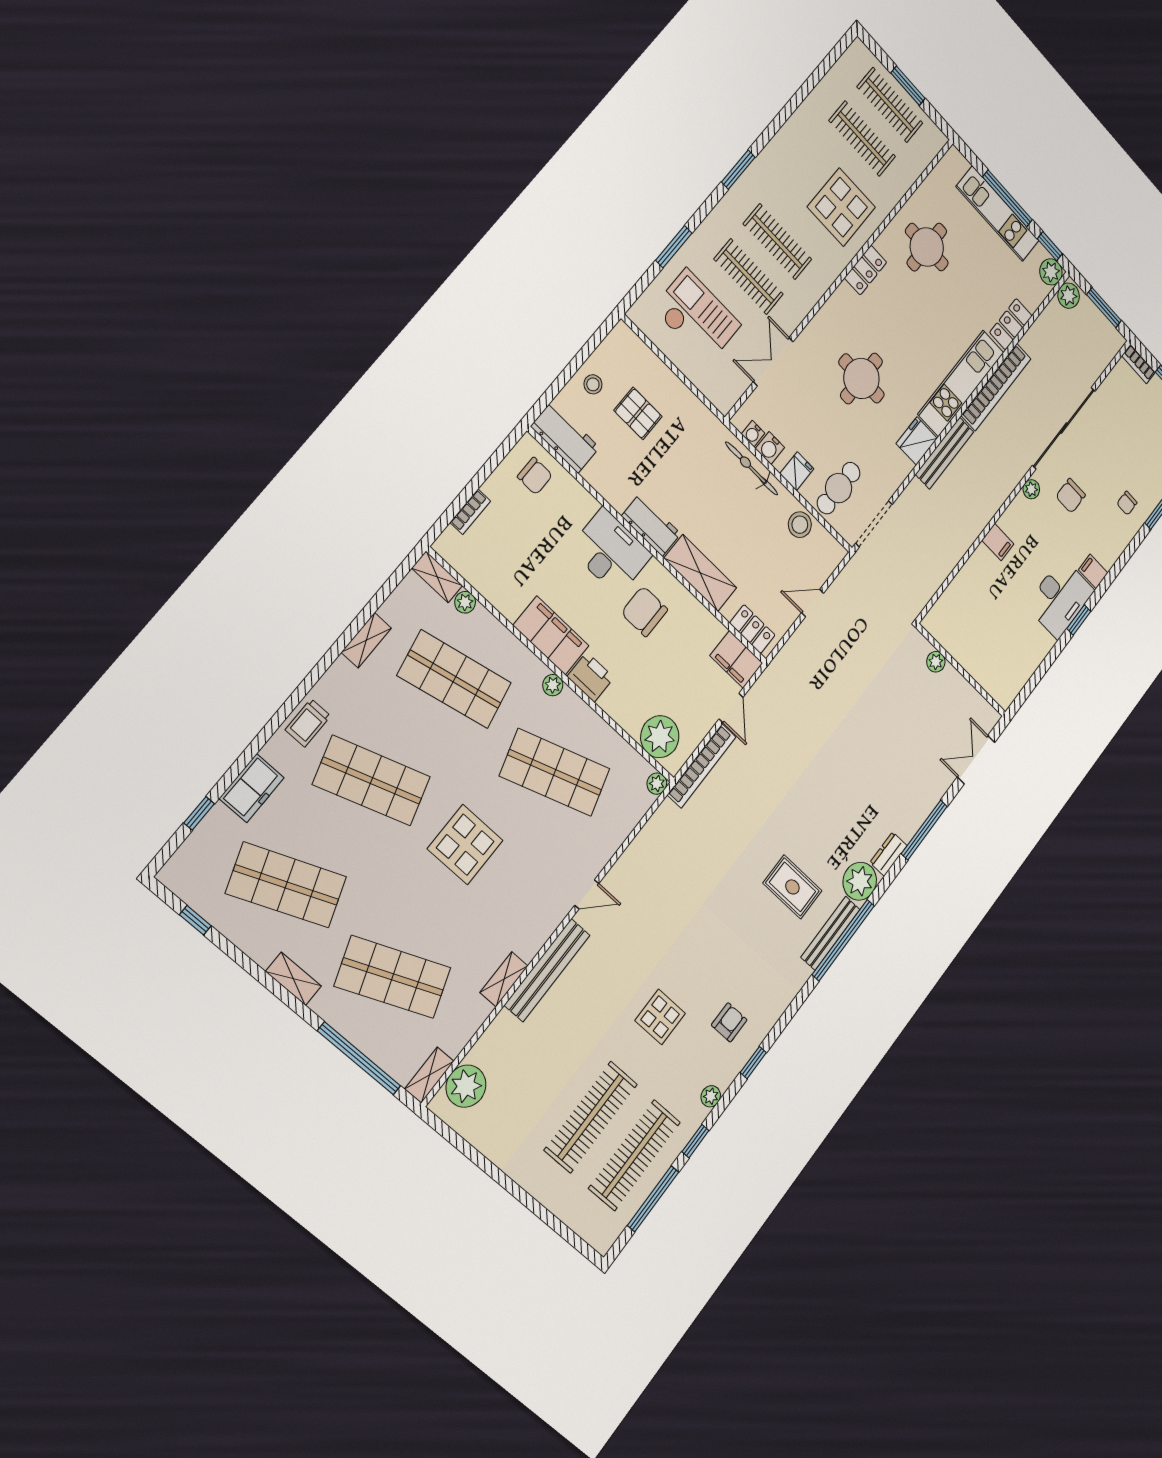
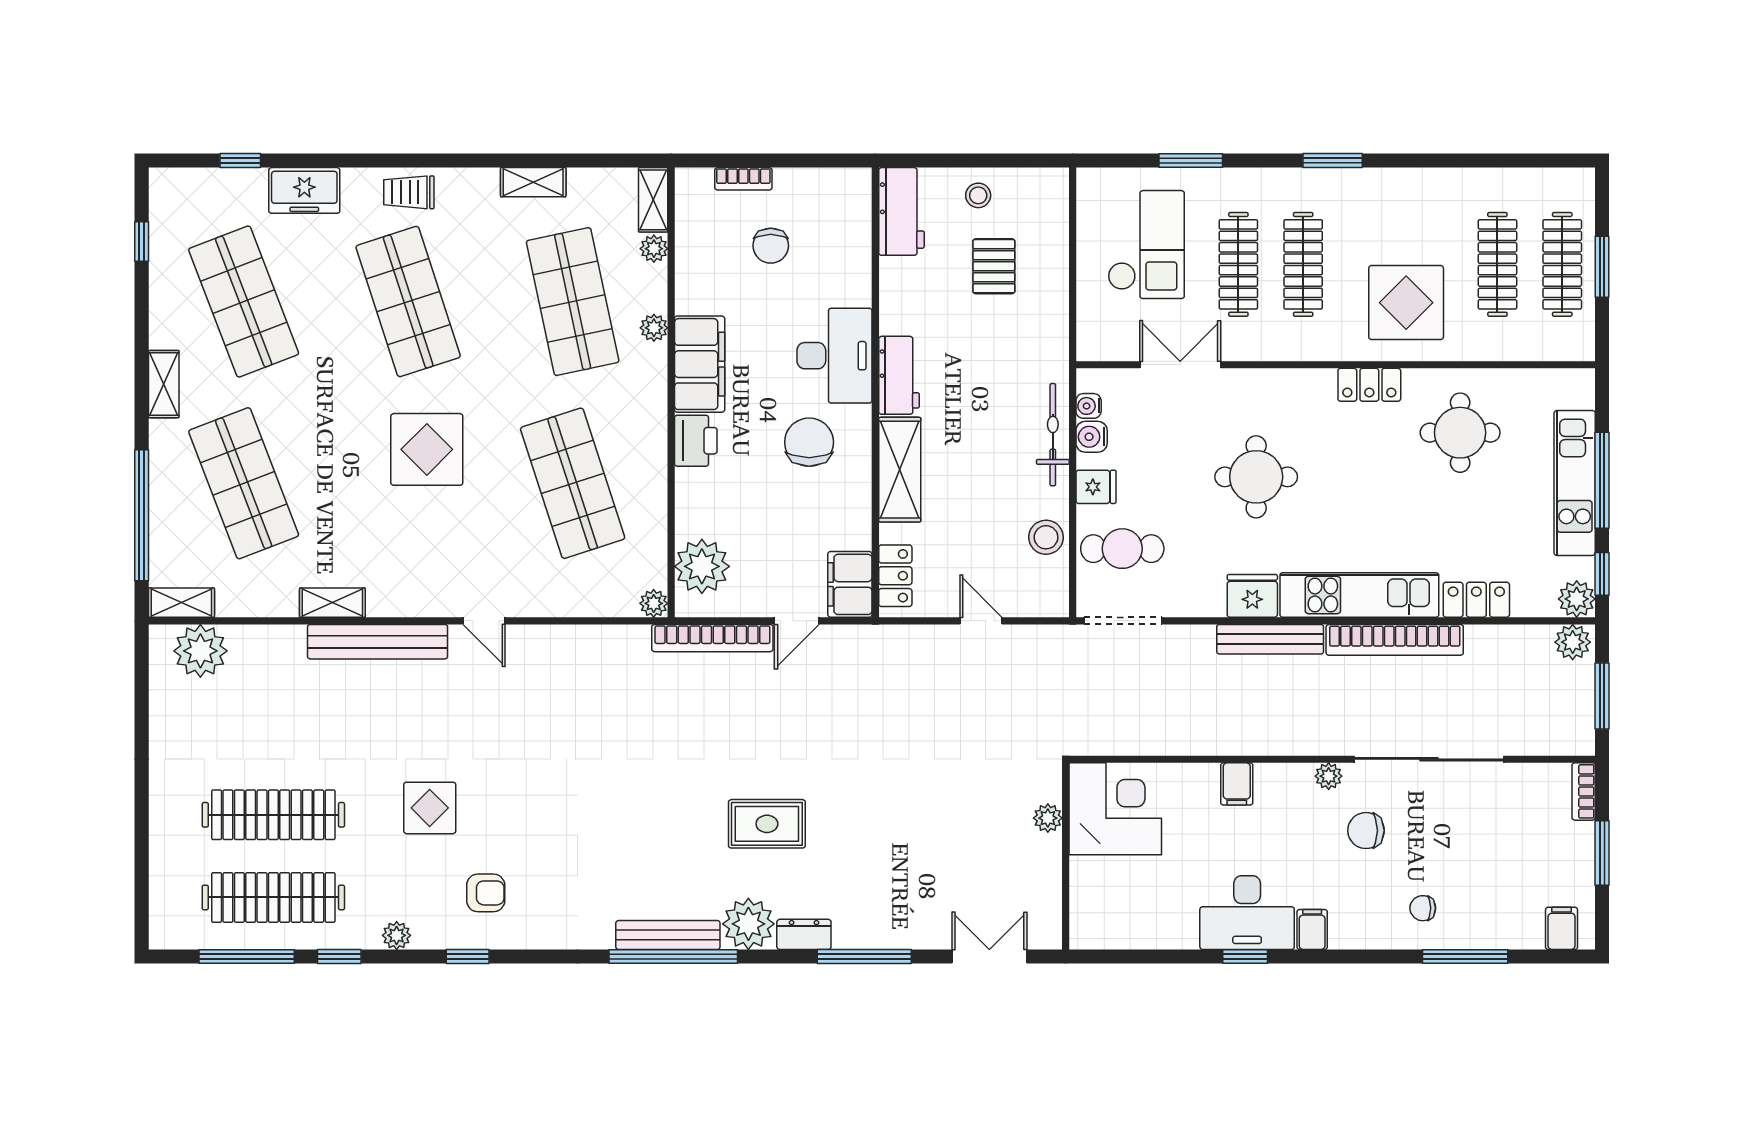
chair: (535, 476) -> (771, 246), moved
corner desk: (959, 620) -> (1115, 809), added
plant: (553, 685) -> (654, 328), moved
rug: (792, 887) -> (767, 824), moved, turned 90

